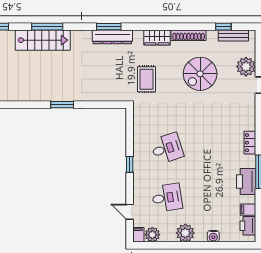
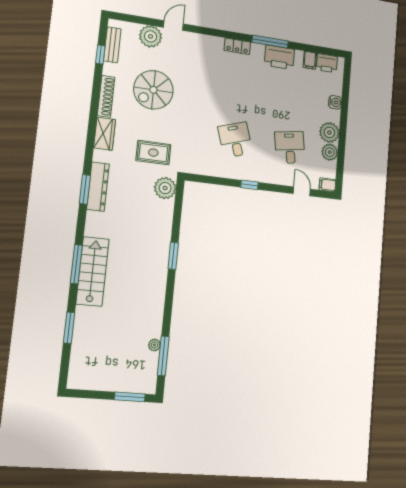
spiral stairs: (200, 74) -> (153, 90), turned 90
plant: (118, 92) -> (165, 188), added
door: (130, 212) -> (302, 191), swing flipped
plant: (152, 235) -> (330, 152), moved

